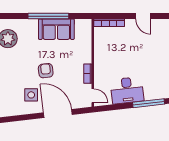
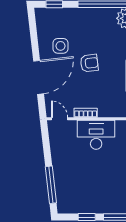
desk: (127, 90) -> (96, 135), moved, turned 97
door: (93, 96) -> (60, 119), swing flipped

